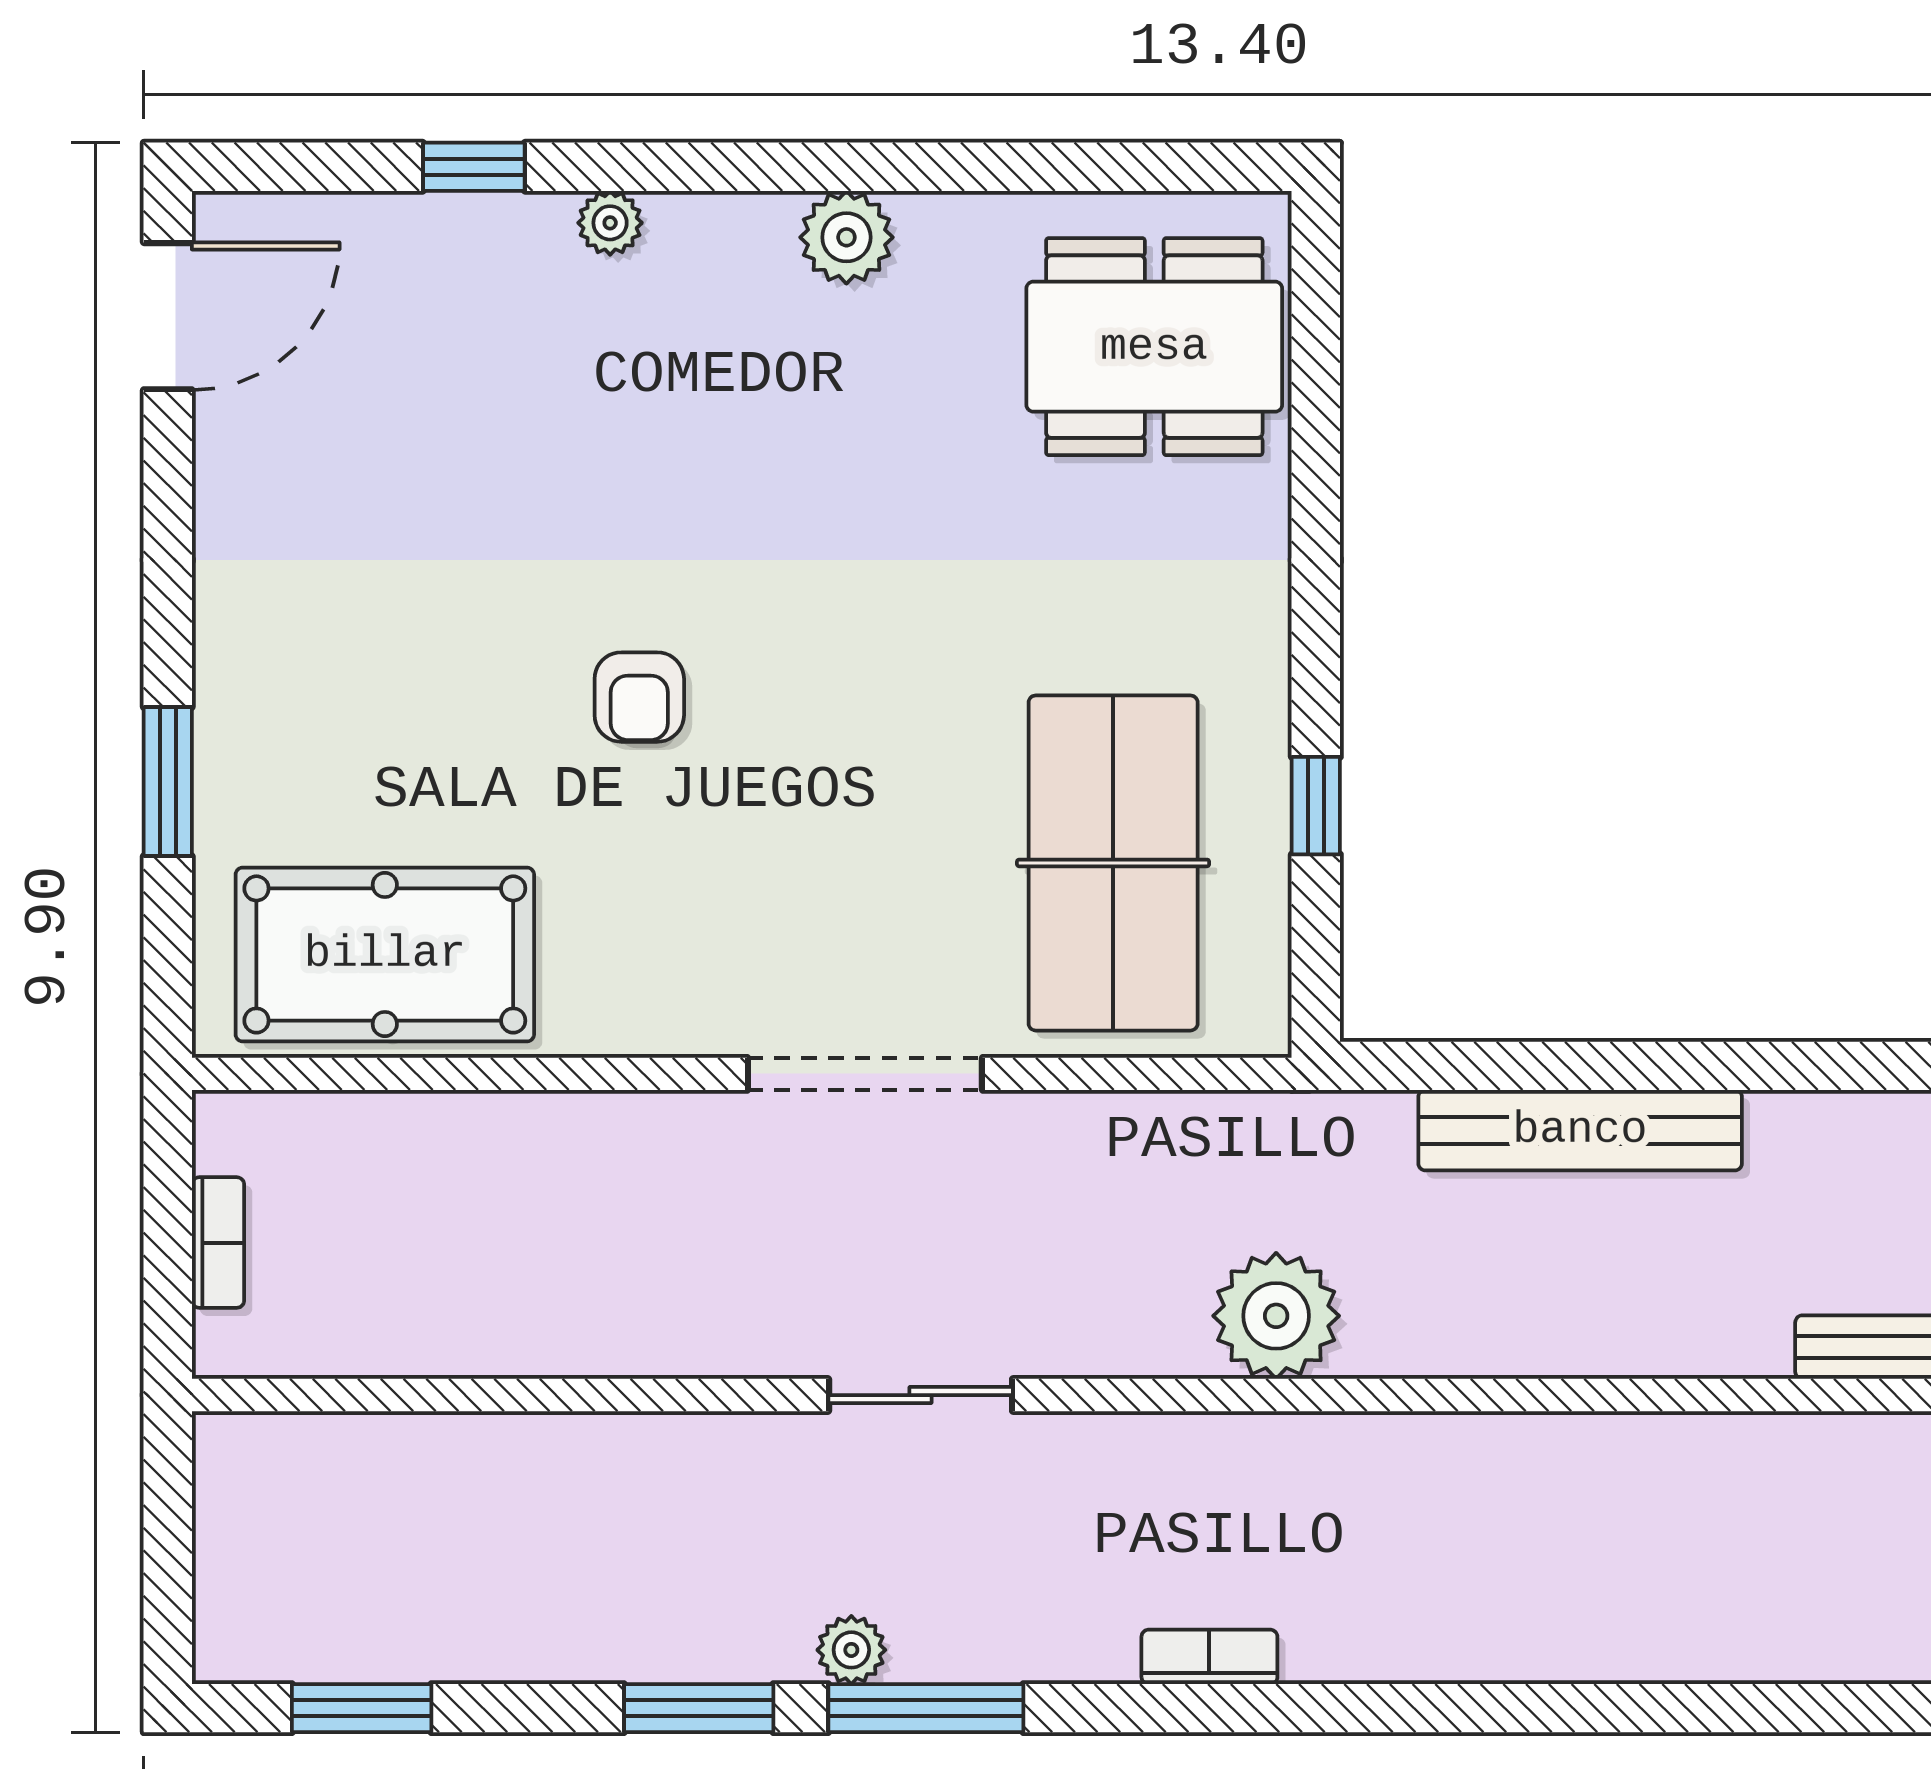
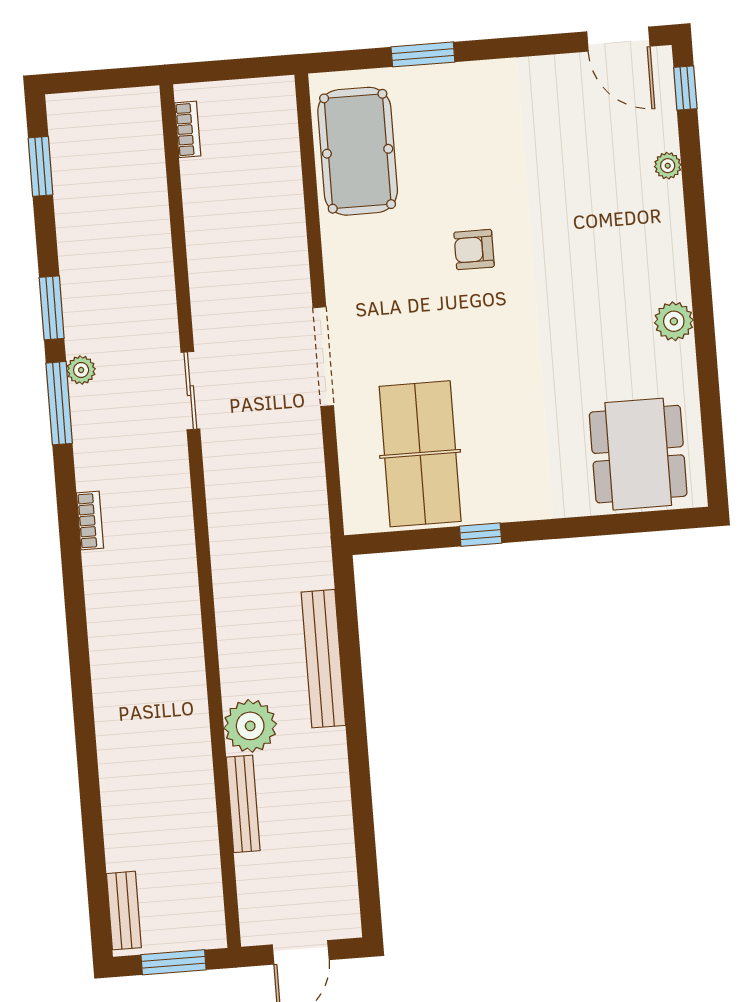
window: (474, 167) -> (685, 88), moved
plant: (610, 223) -> (668, 166), moved
window: (1316, 806) -> (481, 535), moved
table tennis table: (1113, 863) -> (420, 454), turned 90
bookcase: (218, 1243) -> (188, 129), moved, turned -90
plant: (1276, 1316) -> (250, 726), moved

